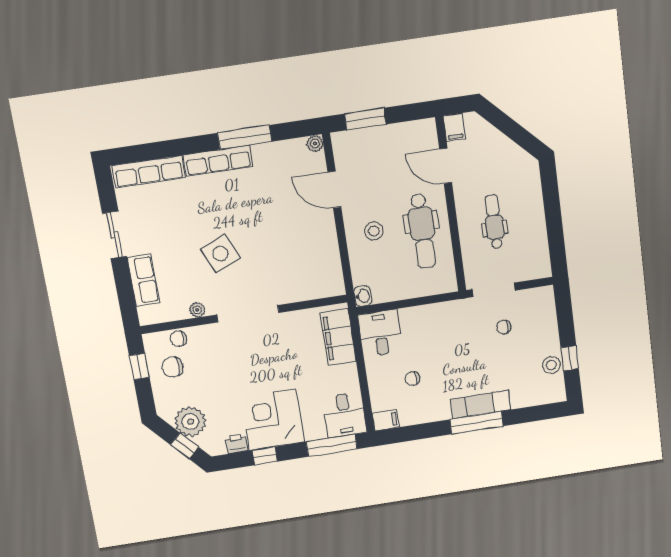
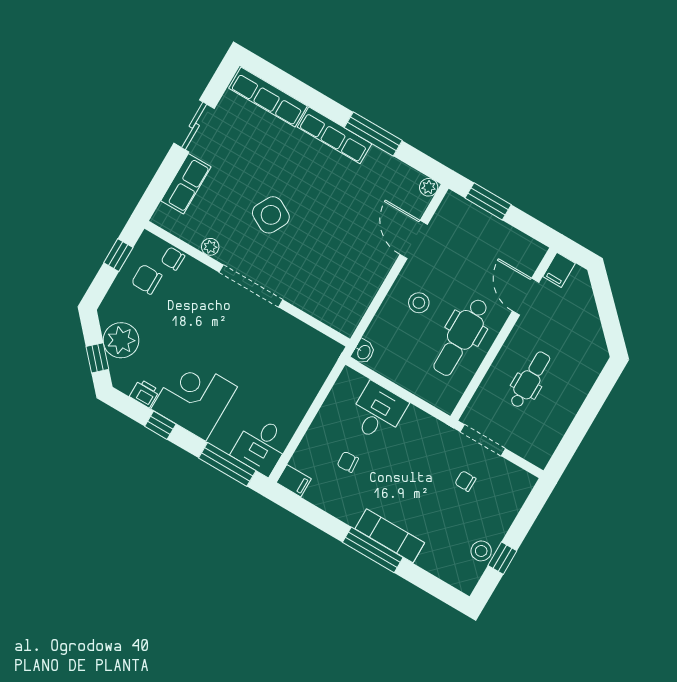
side table: (220, 254) -> (271, 215), turned -38
desk: (380, 333) -> (378, 412), moved
filing cabinet: (338, 337) -> (313, 371), removed

